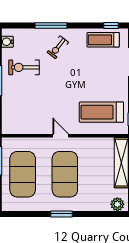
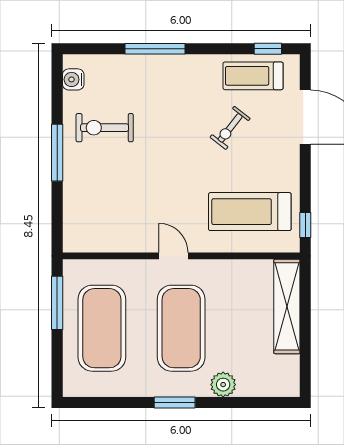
exercise bike: (58, 47) -> (230, 128), moved
plant: (117, 204) -> (223, 385), moved

